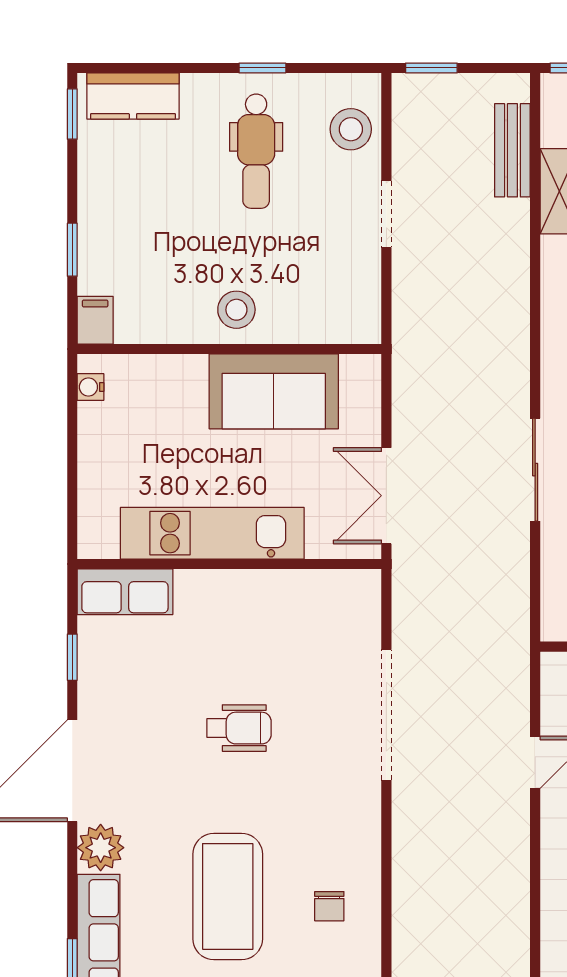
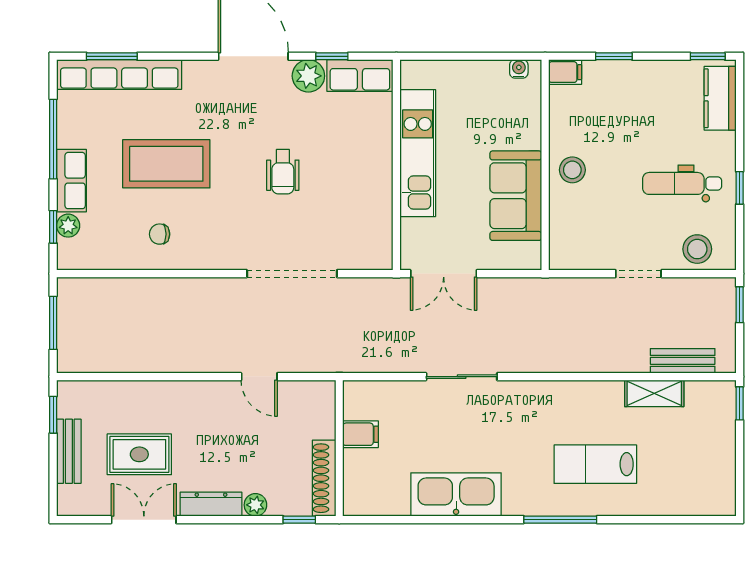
double door: (386, 496) -> (444, 274), swing flipped
row of seats: (125, 592) -> (360, 75), moved, turned -90
plant: (101, 848) -> (308, 76), moved

